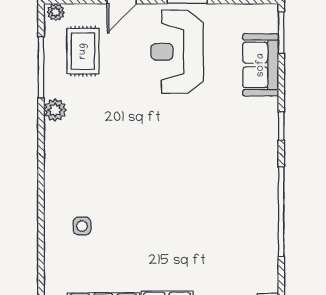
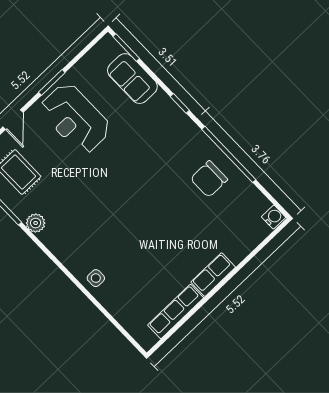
chair: (243, 217) -> (209, 179), added
side table: (82, 226) -> (96, 278), moved

